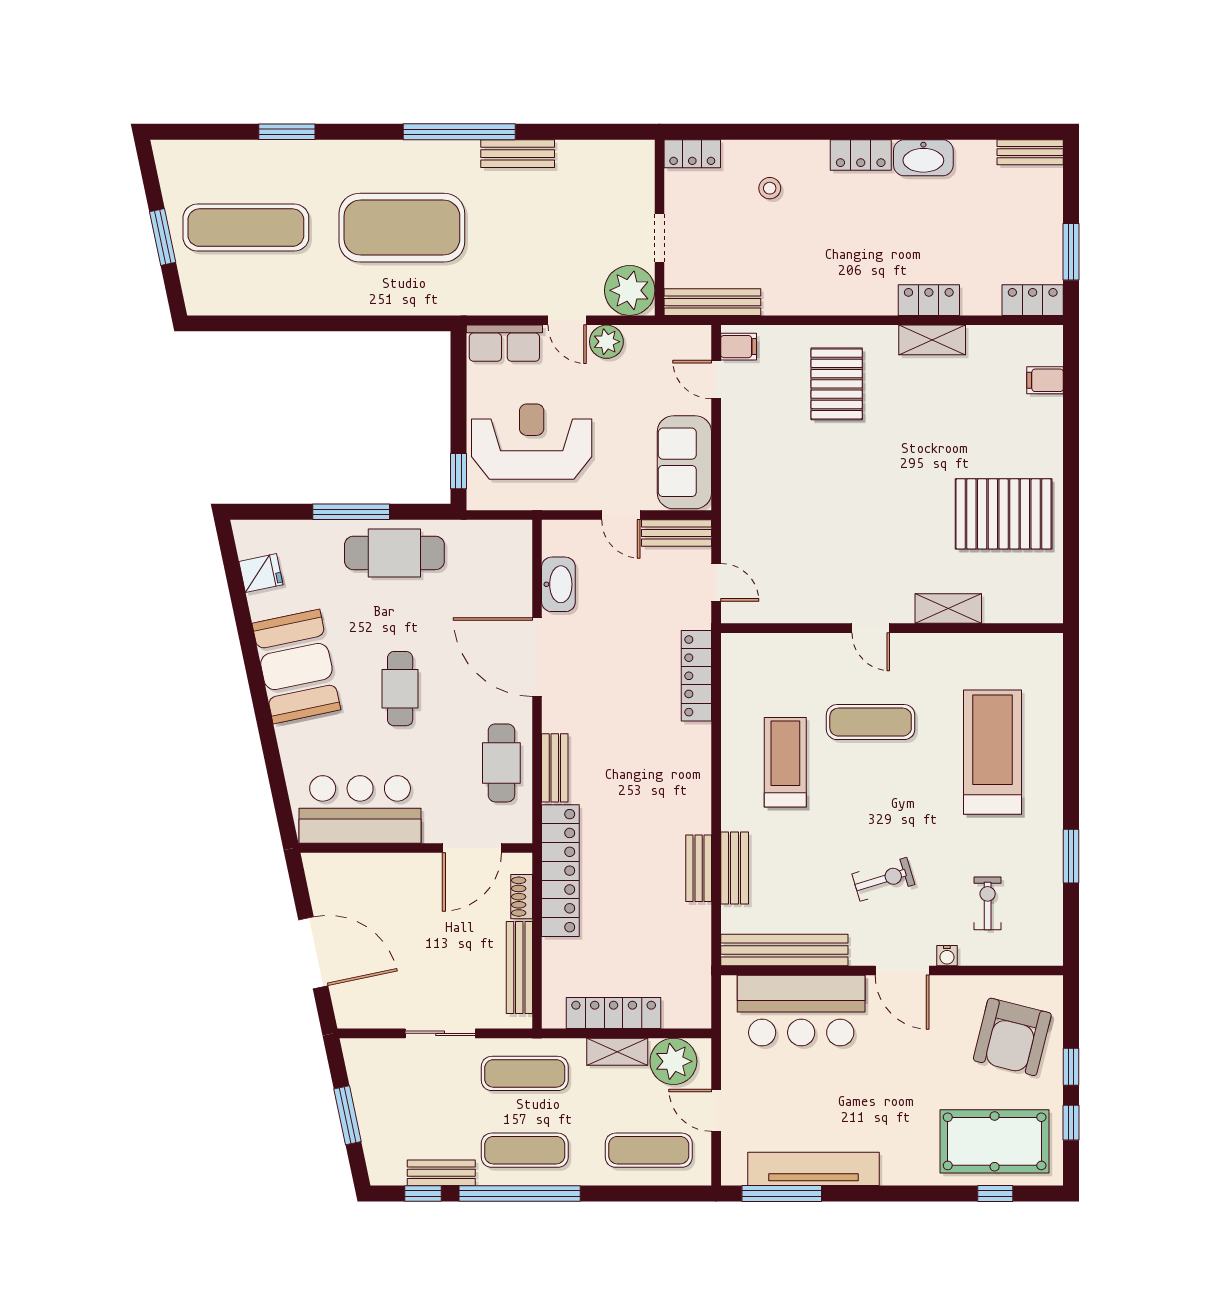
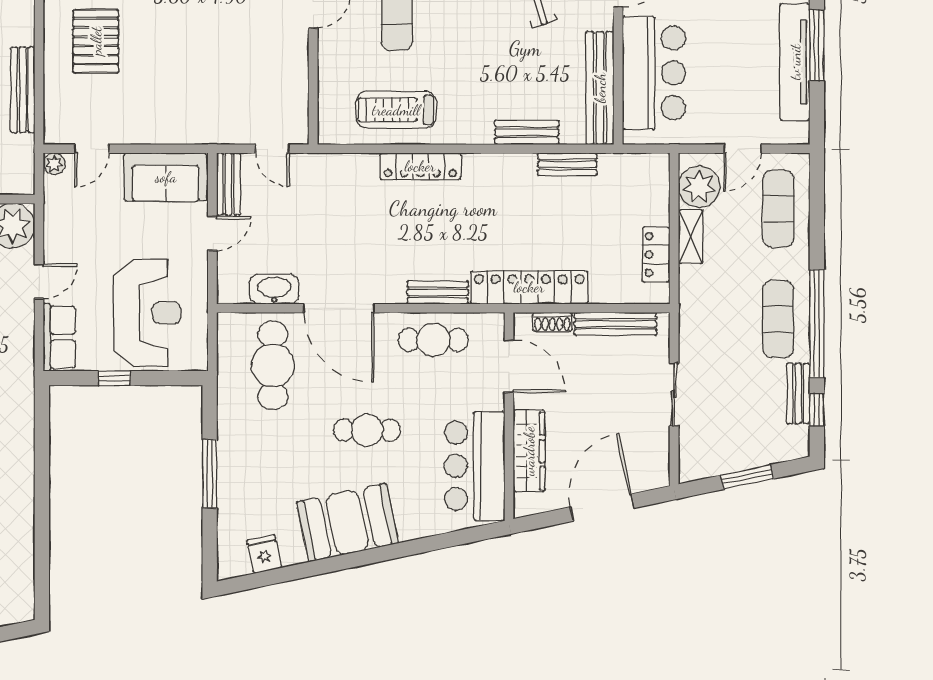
bench: (712, 302) -> (23, 90), moved
plant: (606, 342) -> (54, 164), moved, width x0.73, depth x0.73
filing cabinet: (739, 347) -> (62, 129), removed
pallet: (837, 384) -> (96, 41), turned 90
reception desk: (532, 442) -> (147, 313), turned 180
window: (458, 471) -> (114, 378), moved
cafe table: (394, 553) -> (273, 365), moved
door: (716, 582) -> (272, 149), swing flipped
door: (537, 657) -> (339, 308), hinge flipped
locker: (696, 676) -> (420, 166), moved
treadmill: (785, 762) -> (396, 110), moved
bench: (699, 868) -> (567, 164), moved
wardrobe: (377, 870) -> (529, 451), added
locker: (614, 1013) -> (656, 254), width x0.66
exercise mat: (525, 1073) -> (710, 319), removed
window: (782, 1194) -> (817, 46), moved

